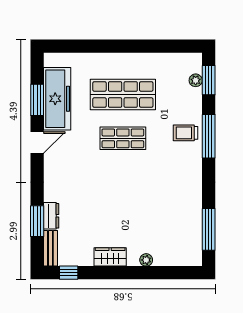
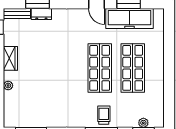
shop shelf: (123, 138) -> (100, 68), width x1.43, depth x1.36

